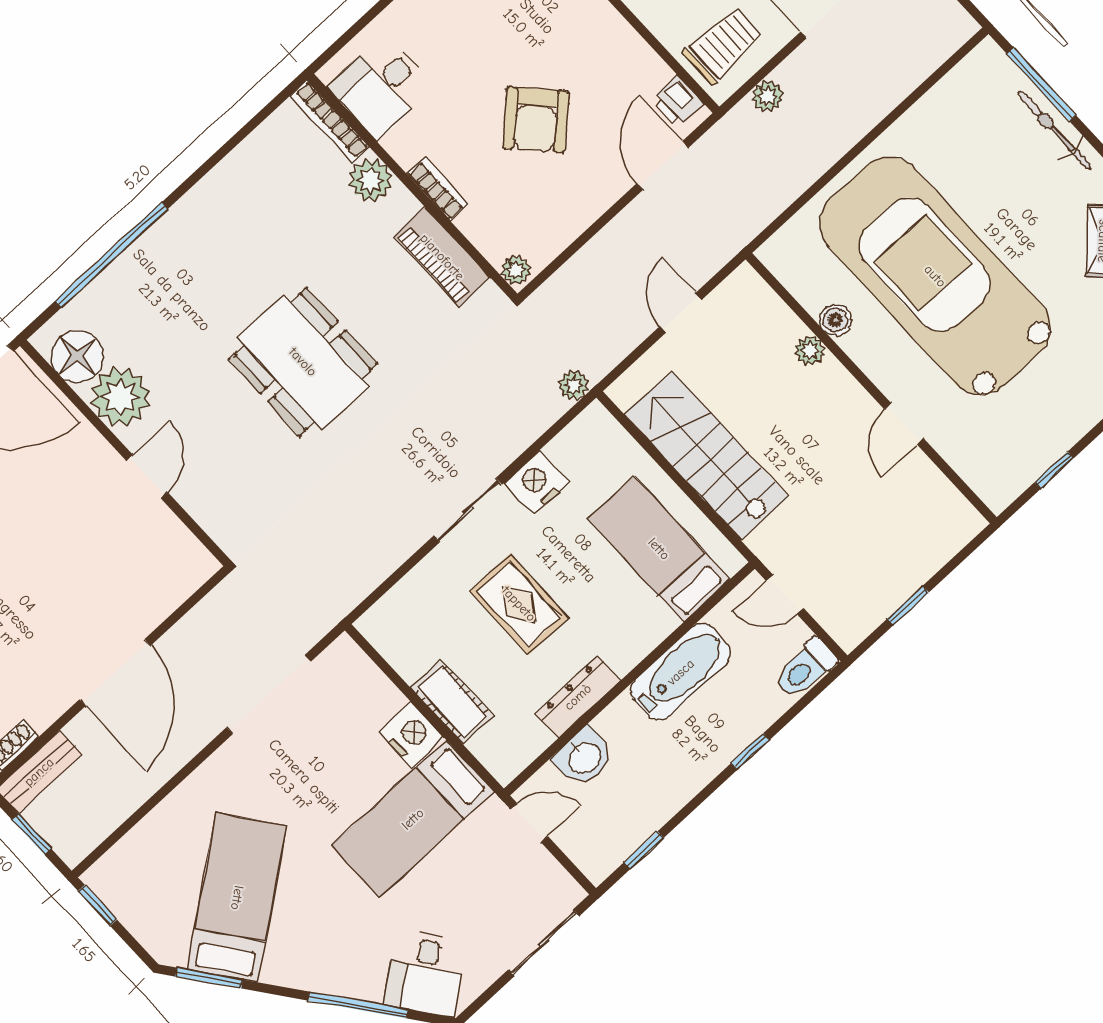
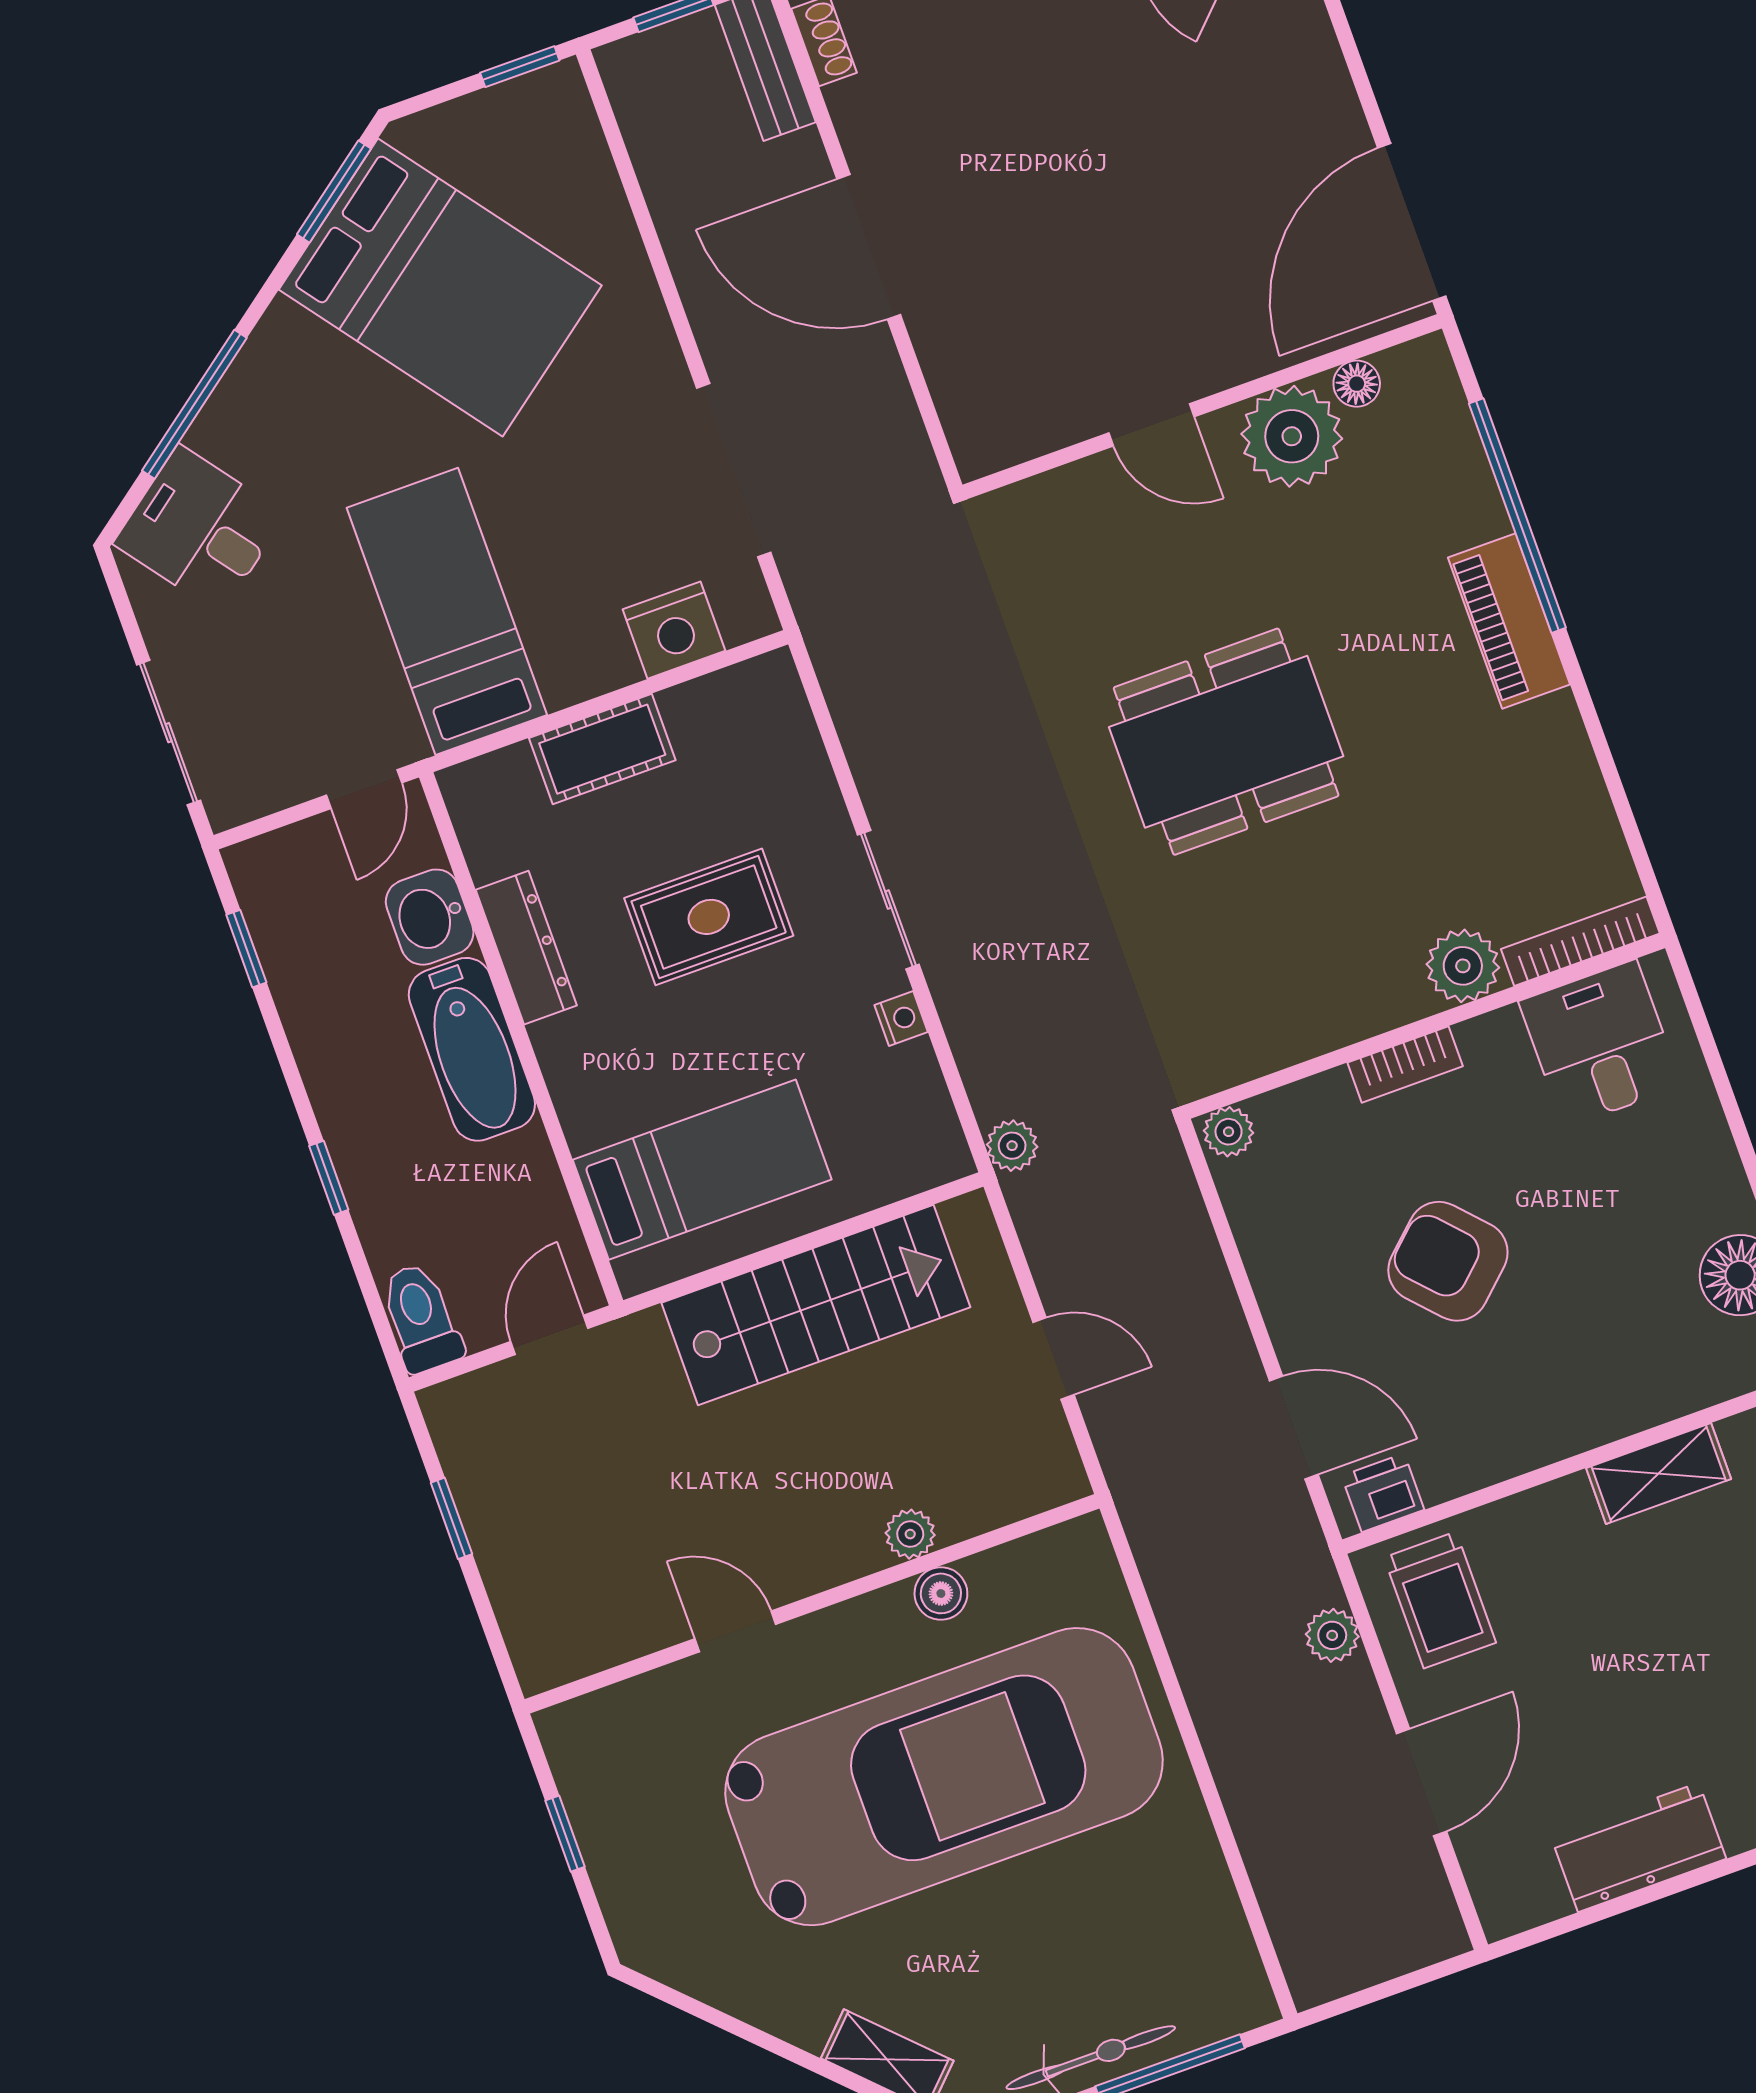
piano: (442, 257) -> (1509, 621), moved, turned -90
floor lamp: (77, 356) -> (1357, 384), width x0.53, depth x0.53
nightstand: (537, 483) -> (901, 1019), width x0.53, depth x0.56
bathtub: (681, 672) -> (472, 1049), moved
nightstand: (411, 734) -> (674, 630), moved
bed: (237, 898) -> (440, 288), width x1.50

